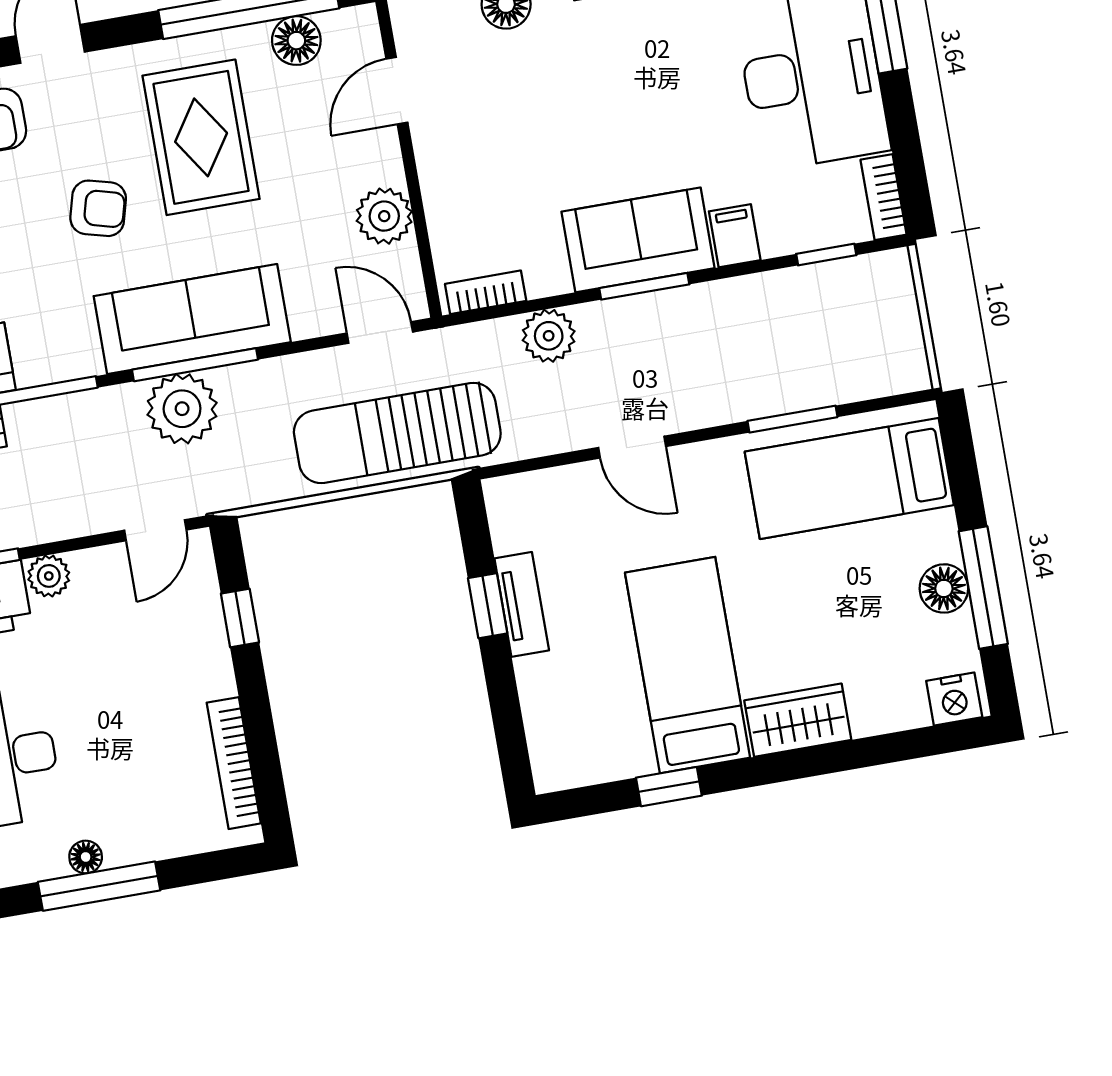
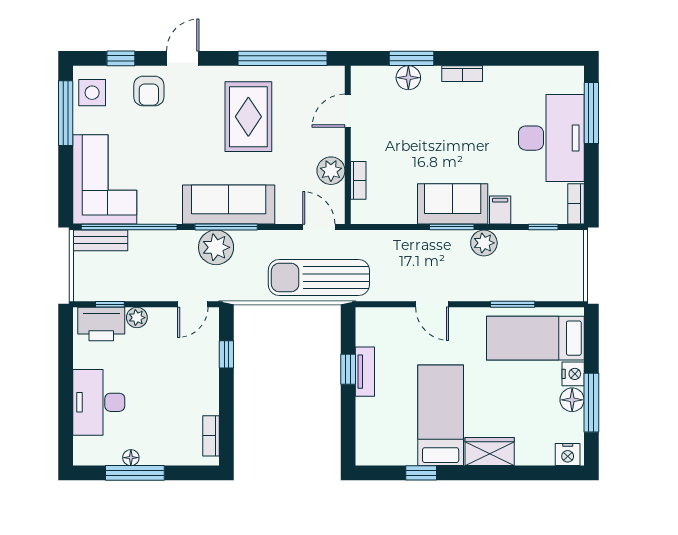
floor lamp: (296, 41) -> (303, 78), removed
armchair: (98, 208) -> (192, 143), removed
bookcase: (486, 292) -> (358, 180), moved, turned 90
plant: (549, 336) -> (484, 243), moved
nightstand: (937, 537) -> (573, 374), added
bookcase: (234, 763) -> (211, 436), width x0.64

